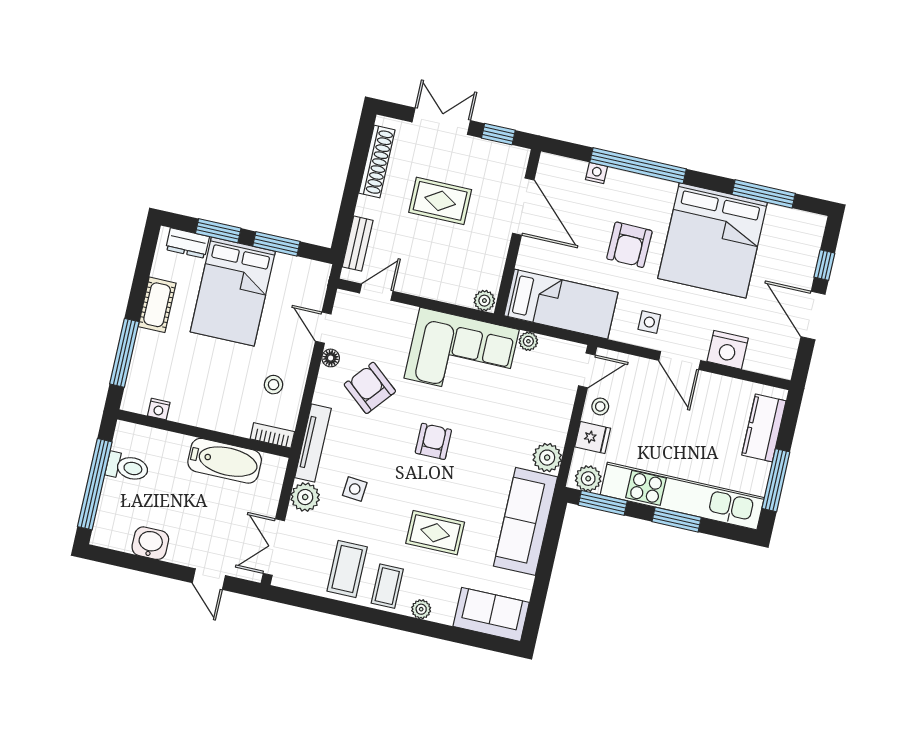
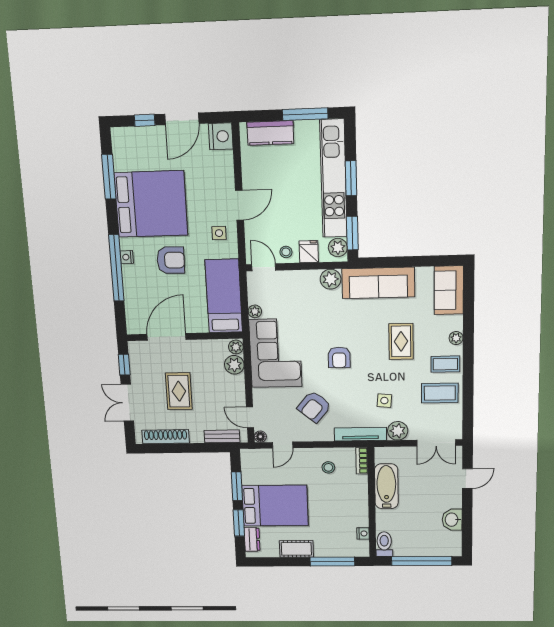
nightstand: (597, 173) -> (127, 257), moved
plant: (459, 291) -> (234, 365), added
nightstand: (728, 350) -> (221, 136), moved
floor lamp: (331, 358) -> (260, 437), moved
armchair: (433, 441) -> (339, 357), turned -90
toilet: (127, 467) -> (384, 544), moved

